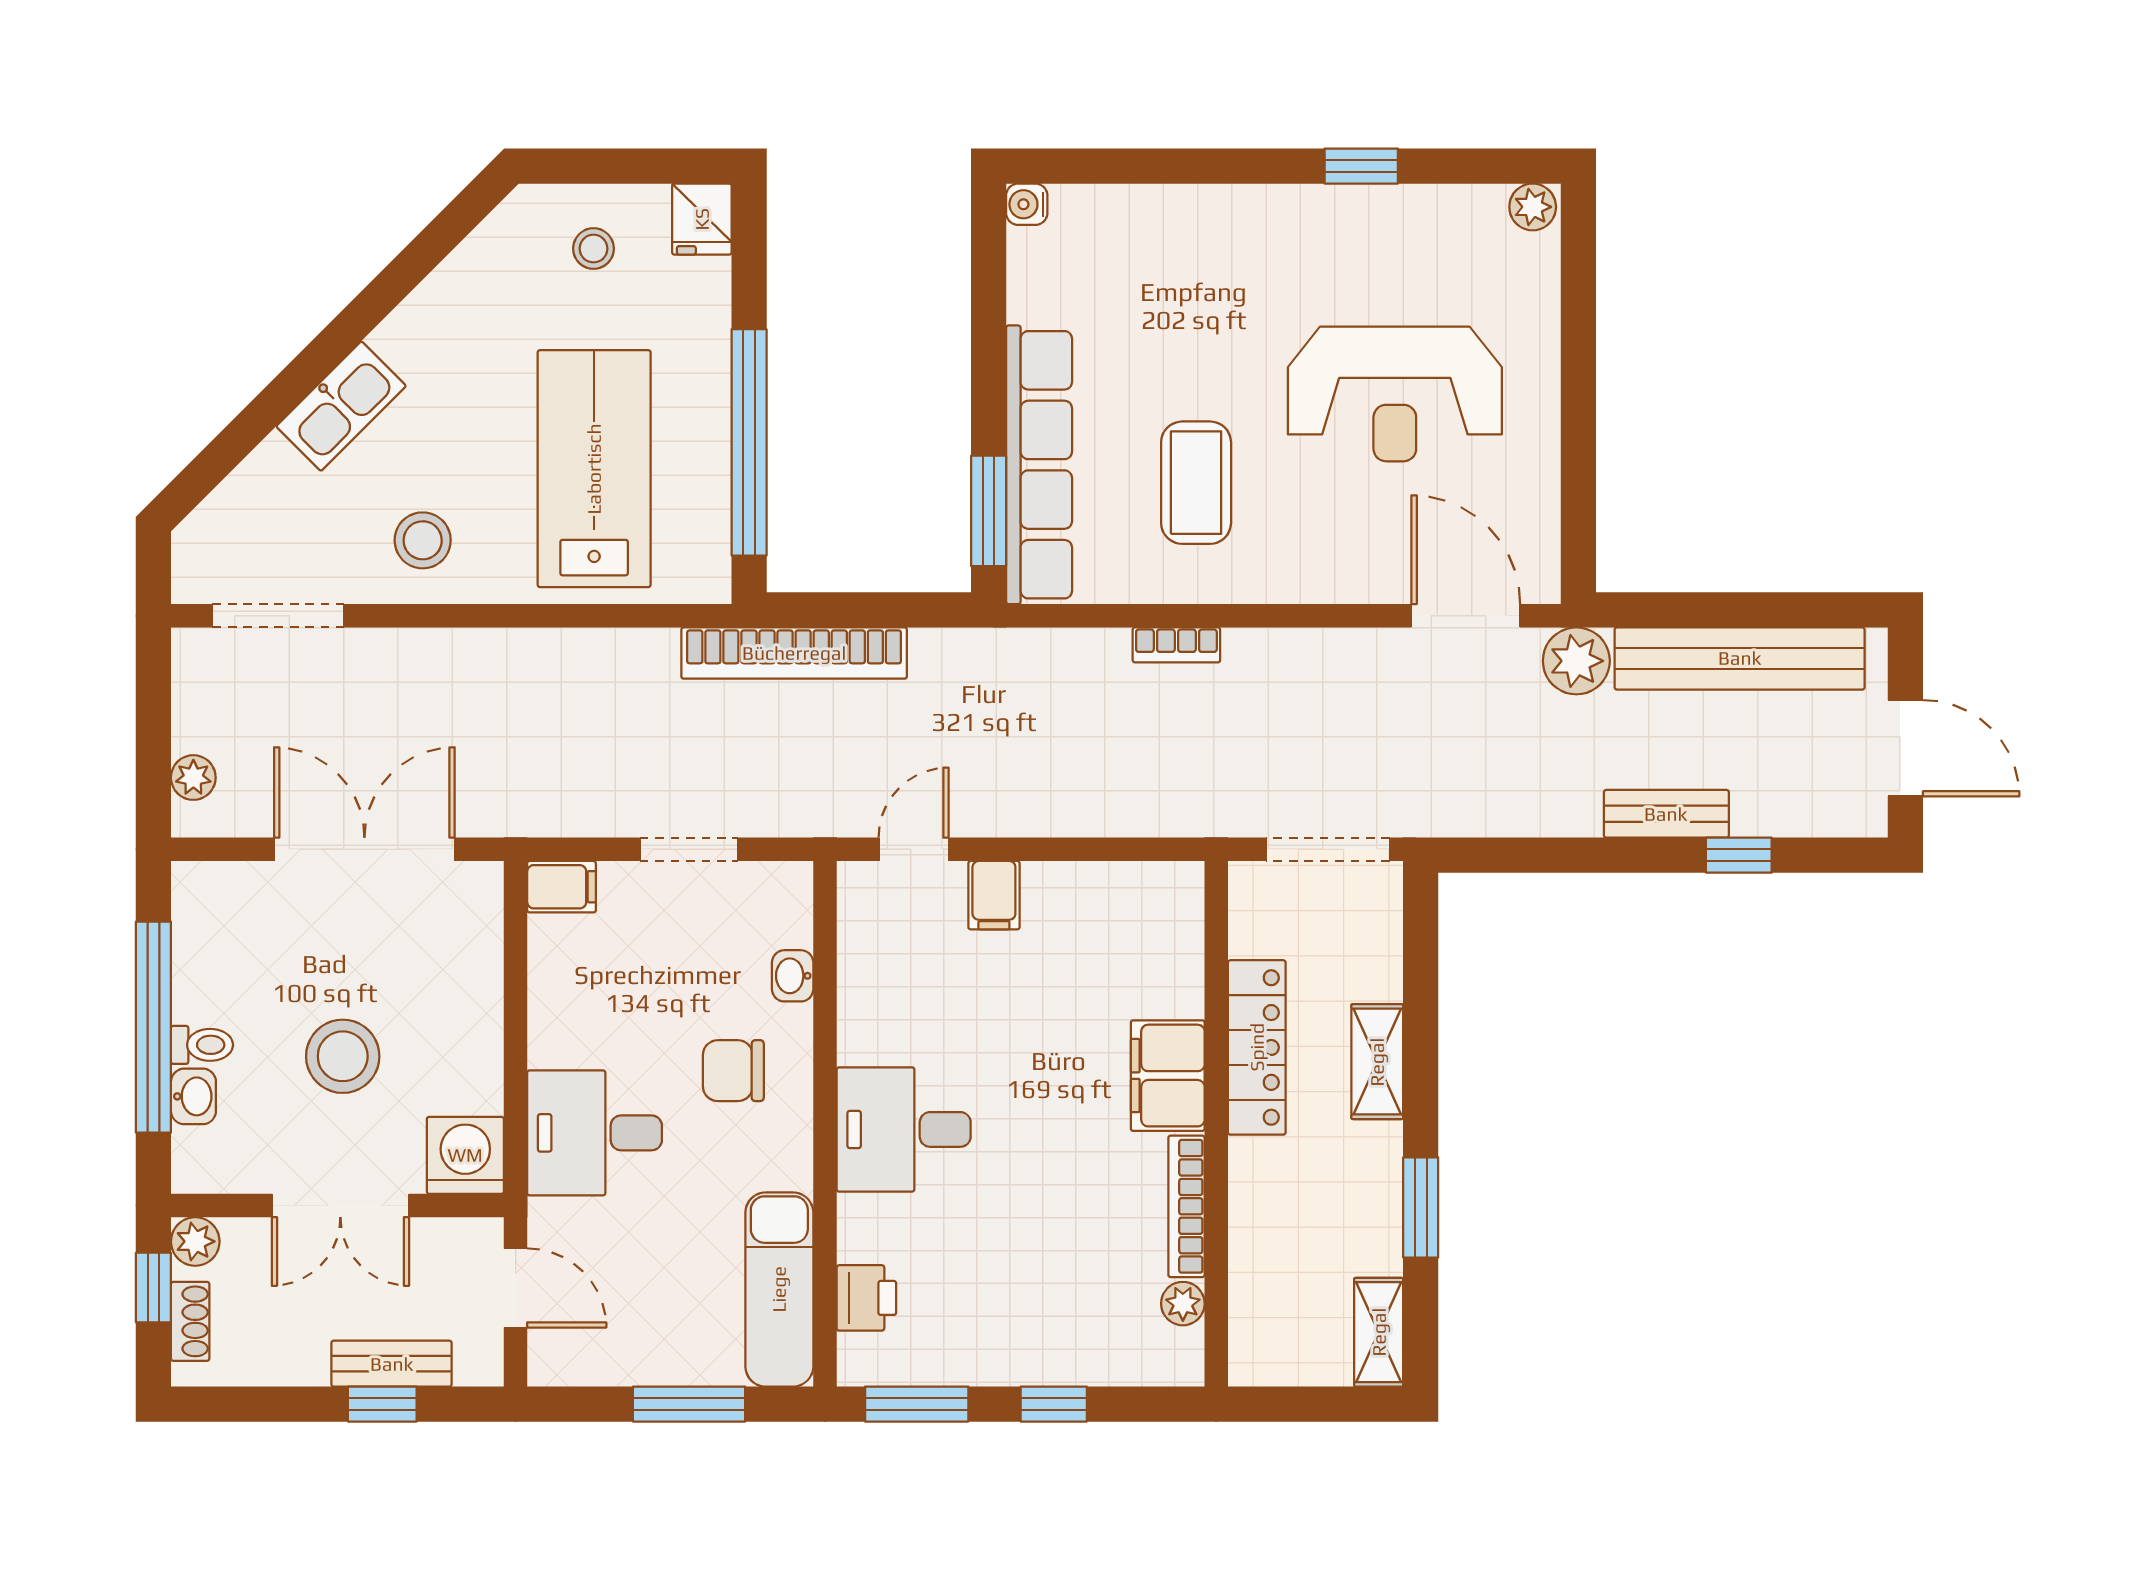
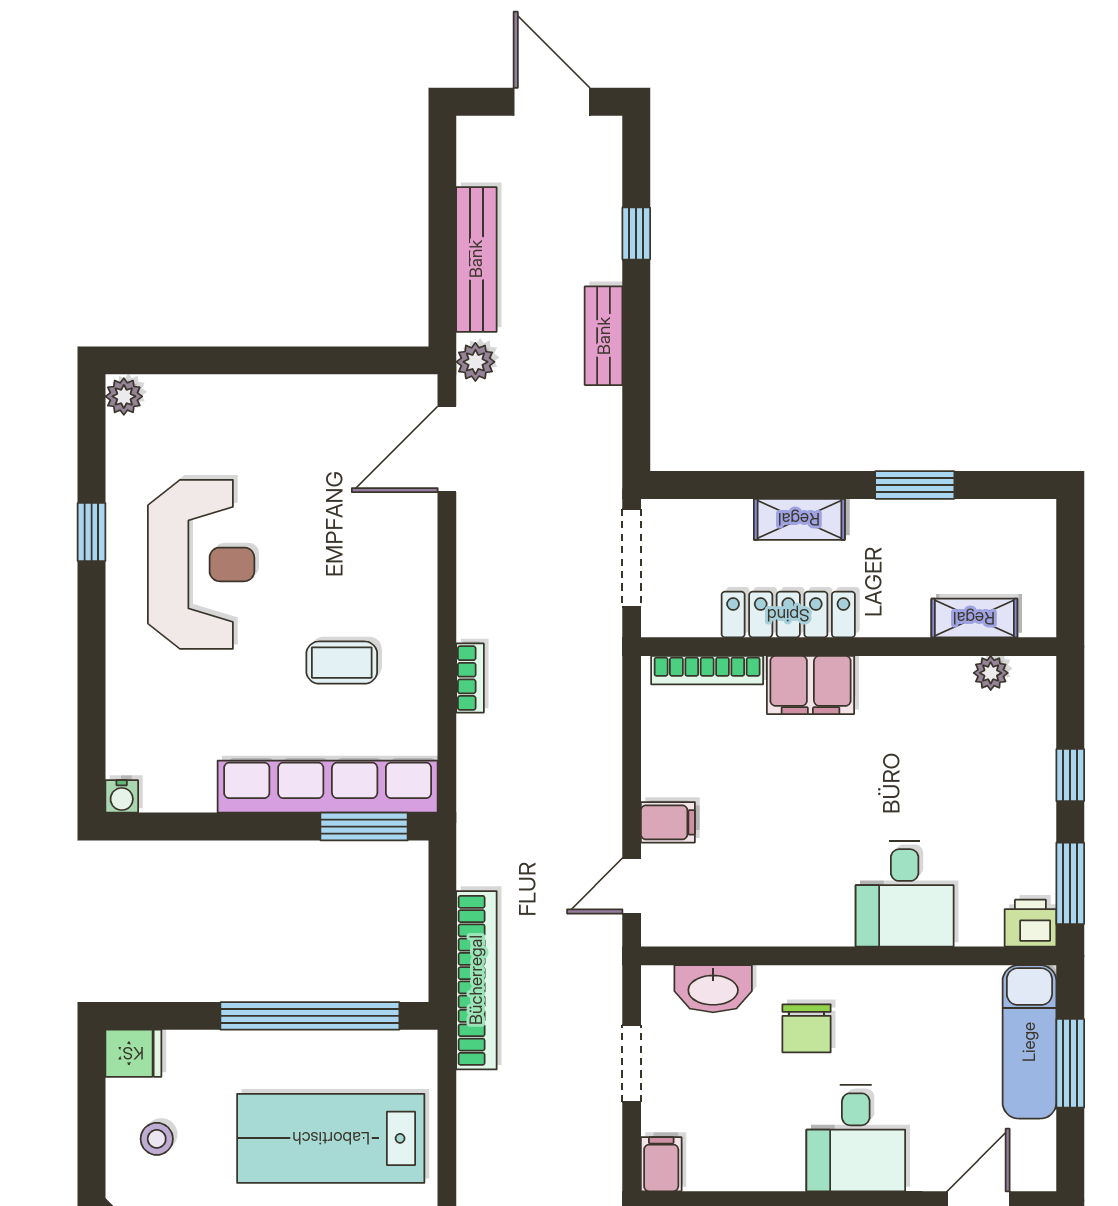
reception desk: (1395, 394) -> (201, 564), moved
coffee table: (1196, 483) -> (342, 663), width x0.73, depth x0.77
bench: (1740, 658) -> (476, 259), width x0.73, depth x0.82
plant: (1576, 661) -> (475, 362), width x0.73, depth x0.73
door: (1905, 748) -> (552, 102), hinge flipped
bench: (1666, 814) -> (604, 336), moved
door: (914, 849) -> (632, 886), hinge flipped
washbasin: (793, 976) -> (713, 989), width x1.91, depth x1.45
desk: (904, 1129) -> (905, 894), moved
bookcase: (1186, 1206) -> (707, 670), moved
exam couch: (779, 1289) -> (1029, 1042), moved, turned 90
printer: (866, 1298) -> (1030, 923), moved
shelving: (1379, 1332) -> (974, 618), moved

